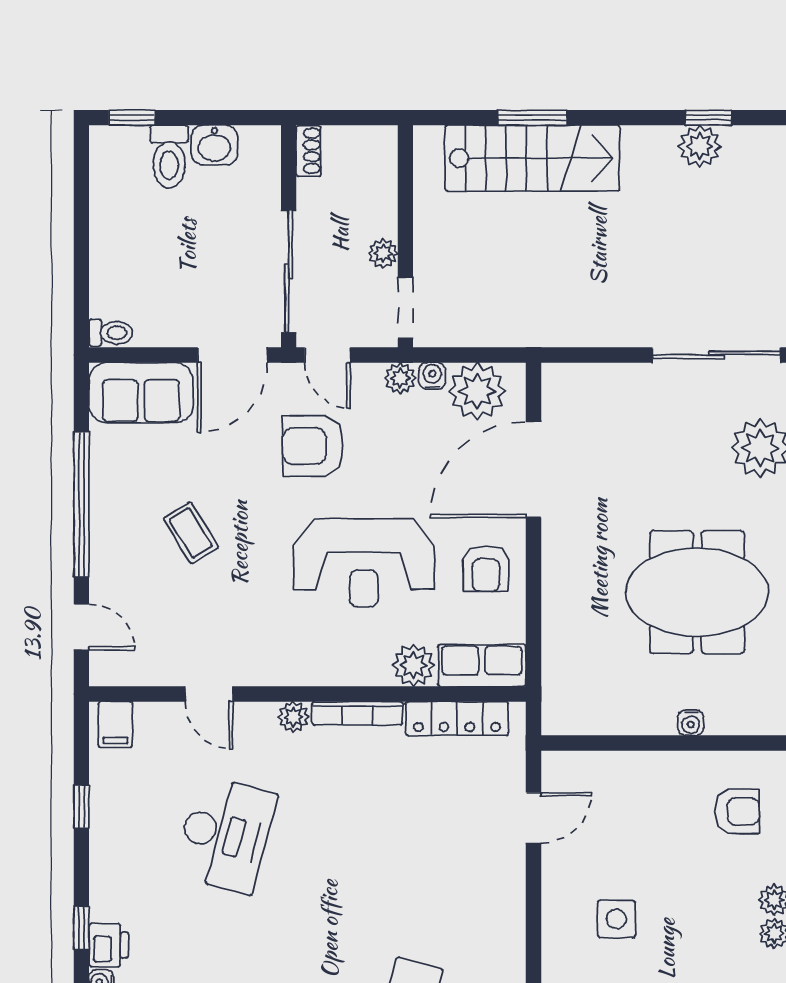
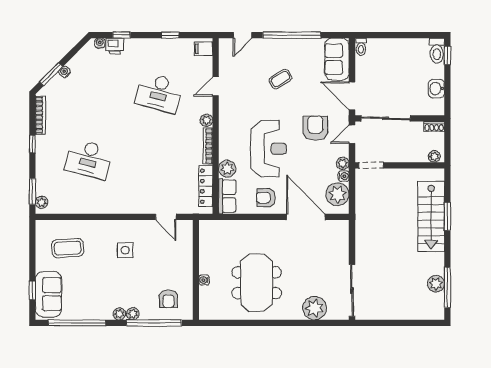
window: (708, 118) -> (447, 287), width x2.17
toilet: (169, 157) -> (437, 51), moved, turned -90
plant: (383, 253) -> (434, 156), moved
reception desk: (364, 563) -> (268, 149), turned 180

